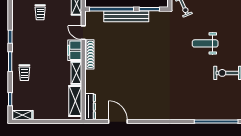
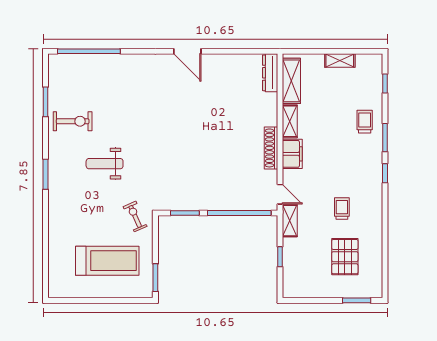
bench: (126, 16) -> (218, 203), removed
door: (83, 33) -> (280, 194), moved
weight bench: (205, 43) -> (105, 164), turned 180
shelving: (22, 115) -> (340, 61), moved
door: (118, 122) -> (187, 51), moved

